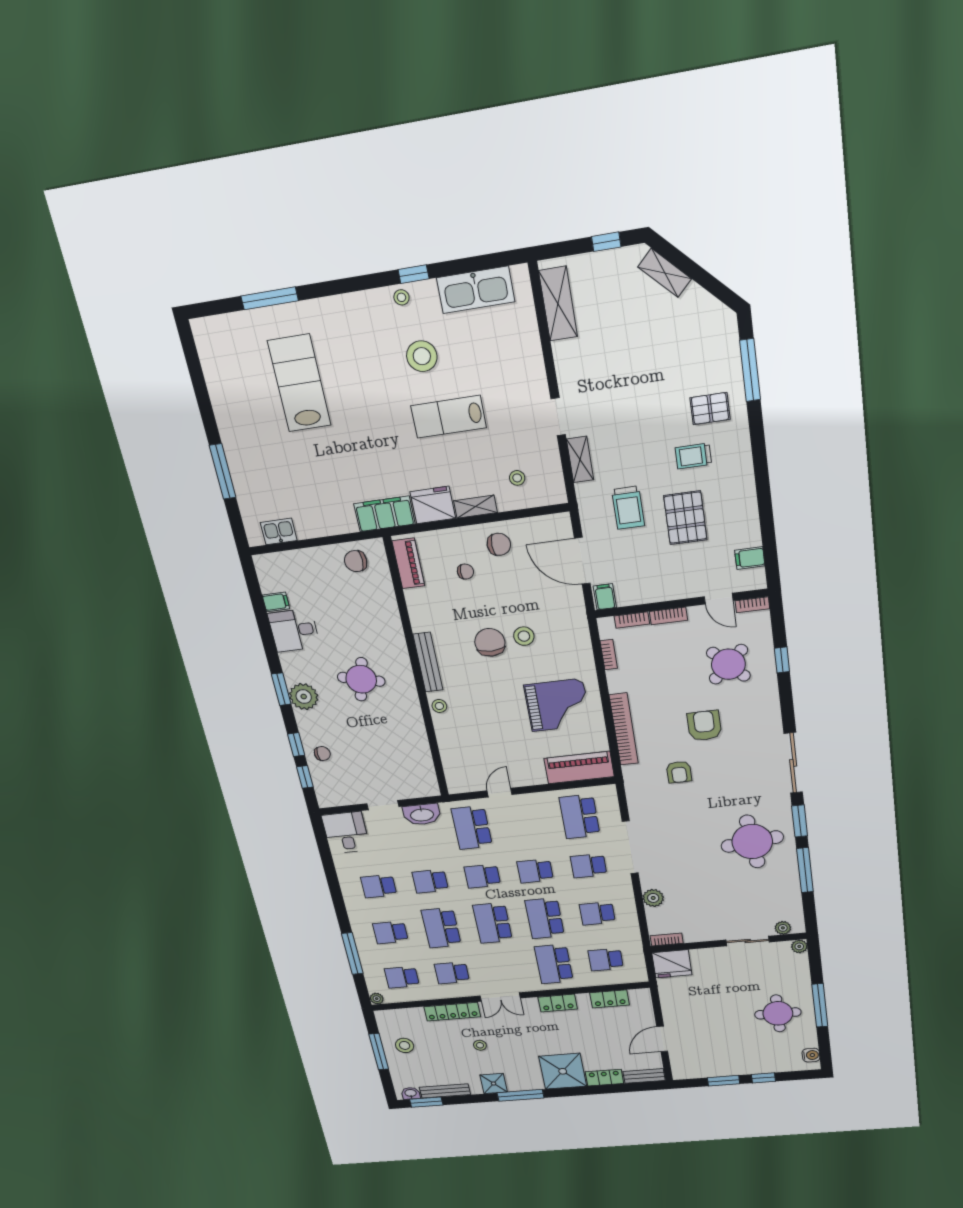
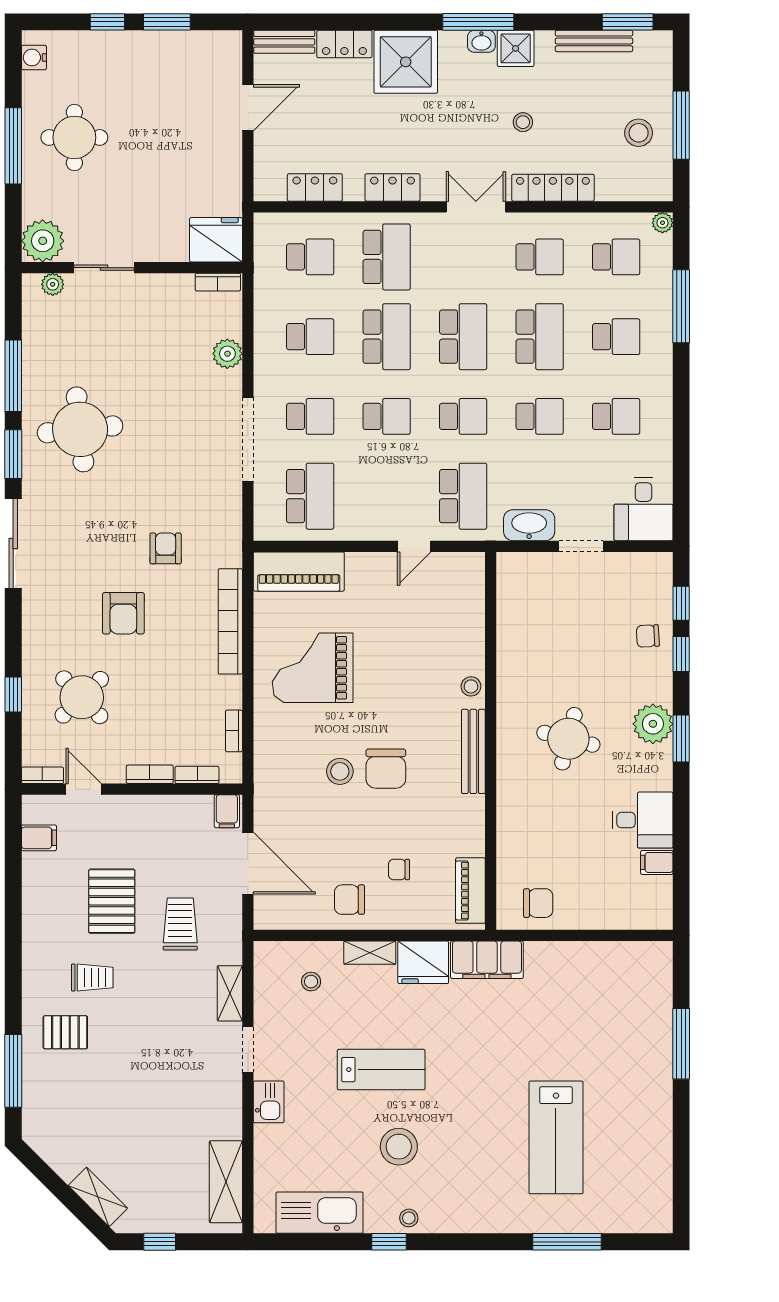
kitchen sink: (279, 531) -> (269, 1102), moved, turned -90
plant: (799, 946) -> (43, 241), width x1.87, depth x1.87
washbasin: (411, 1093) -> (481, 41), moved

